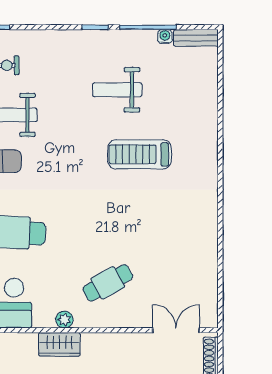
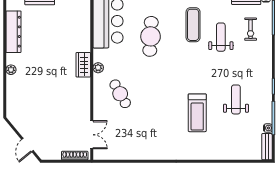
treadmill: (139, 154) -> (197, 113), turned 180

